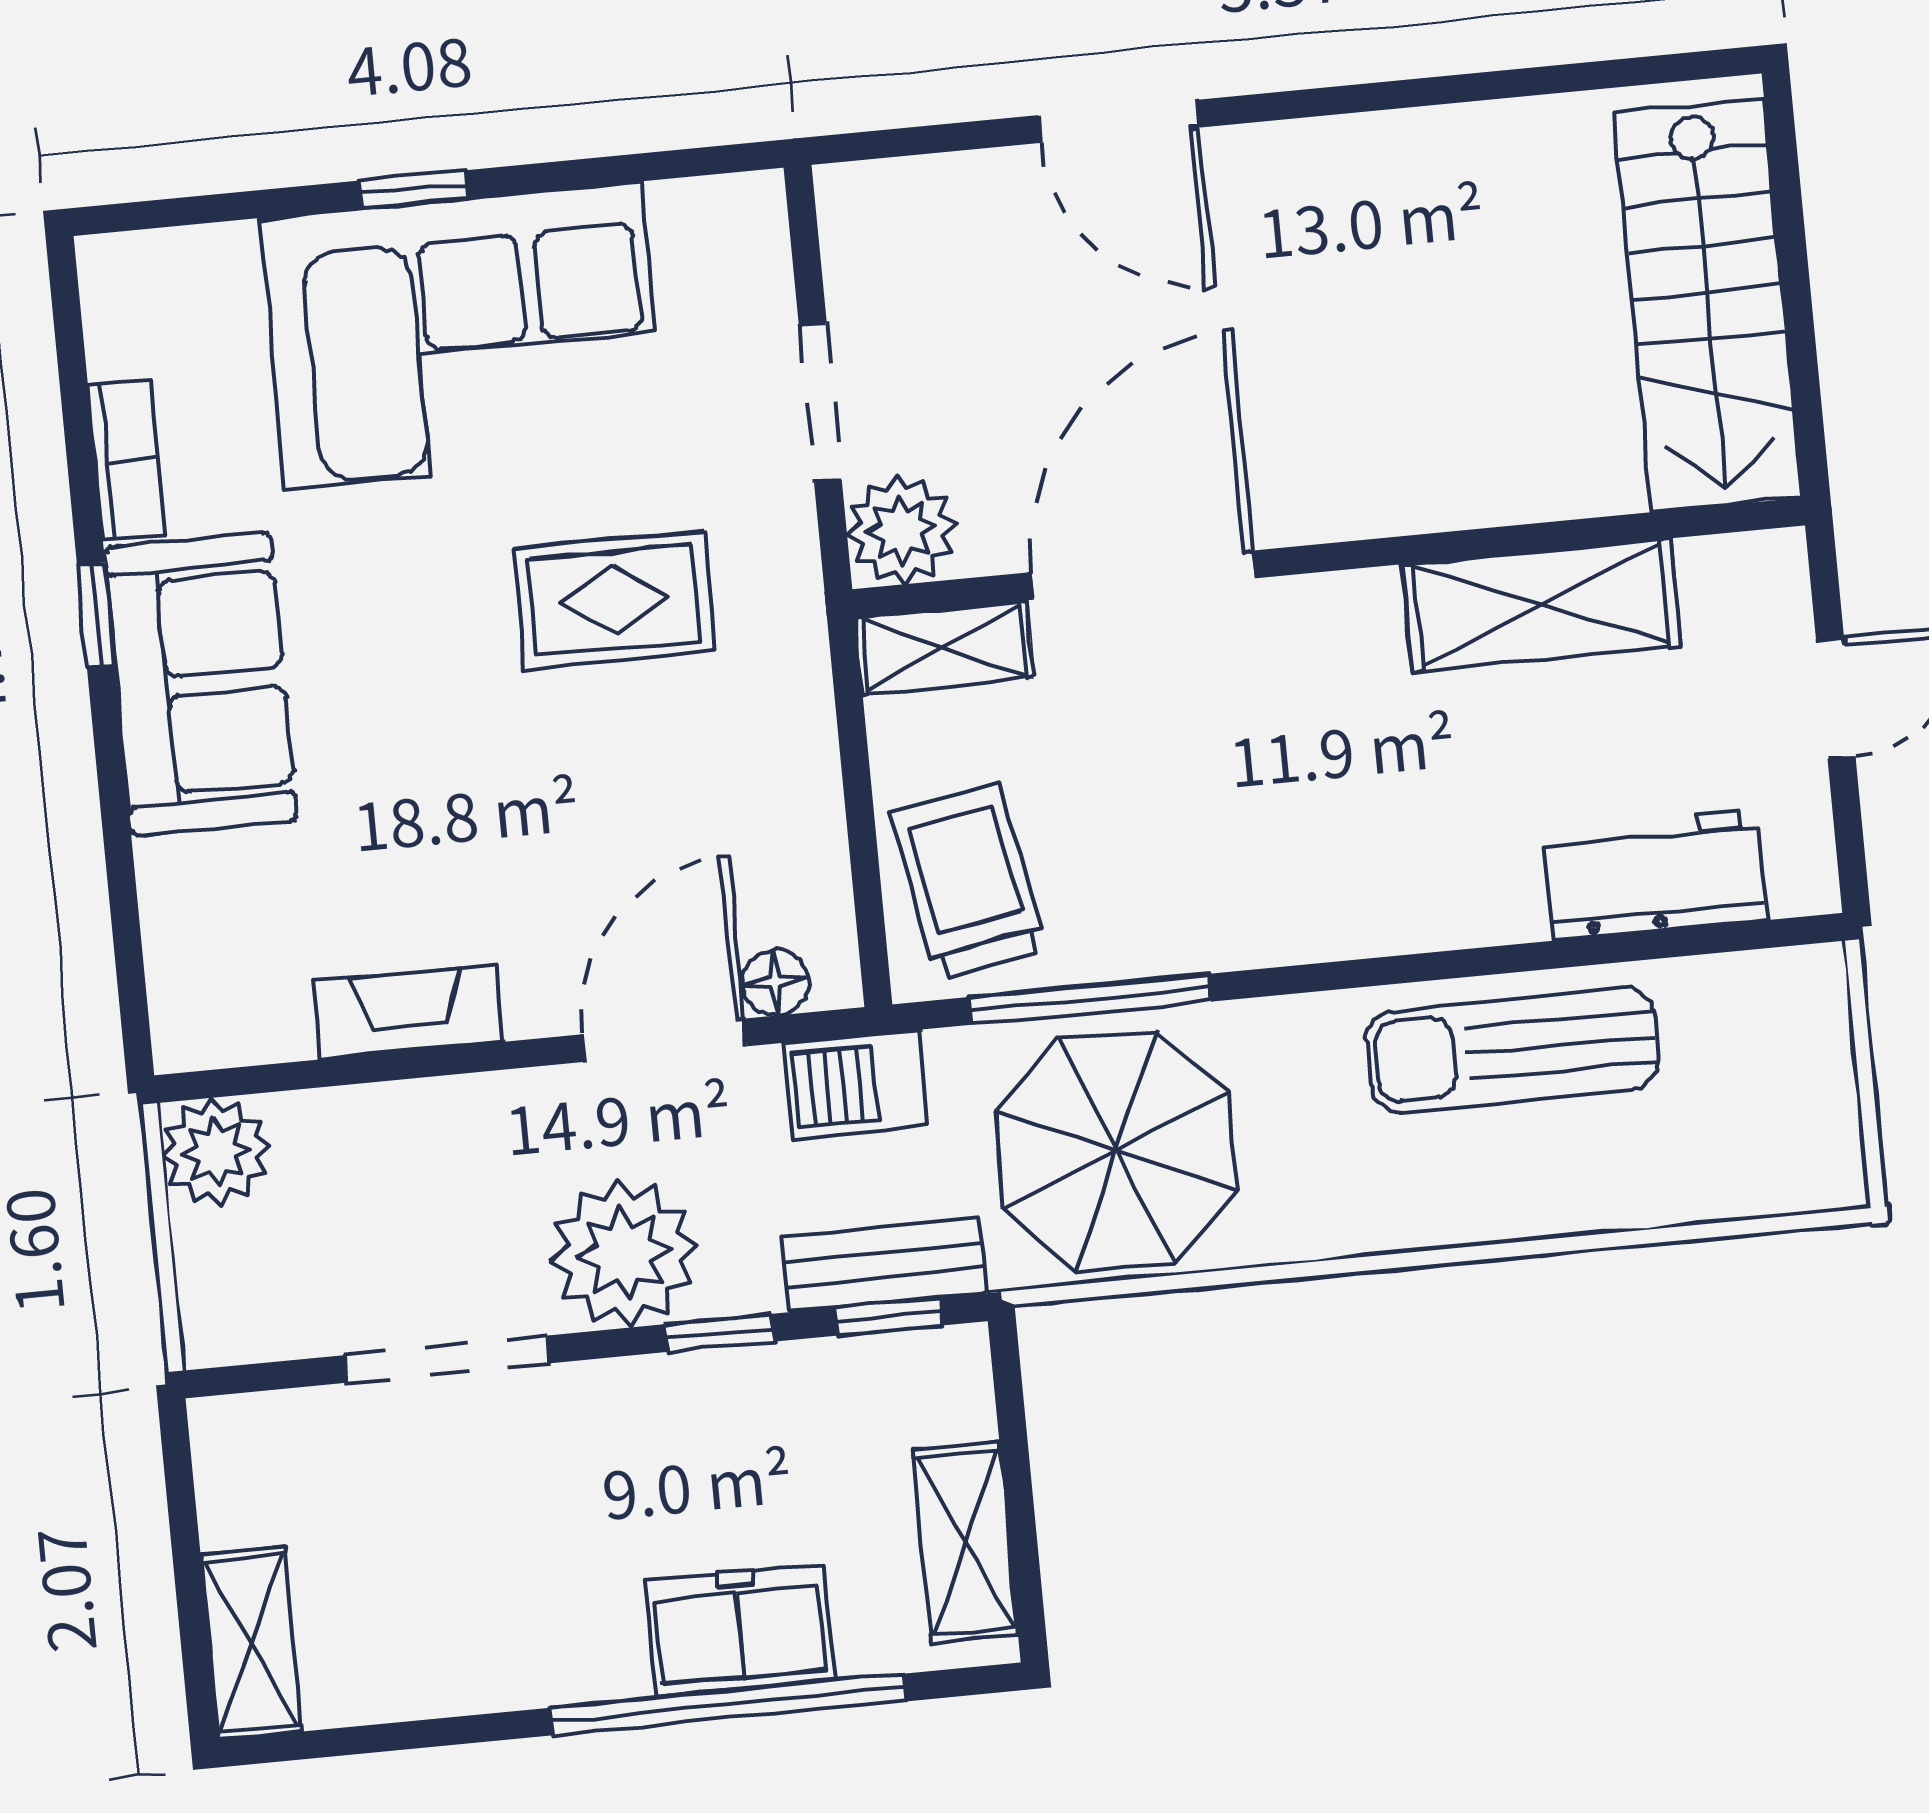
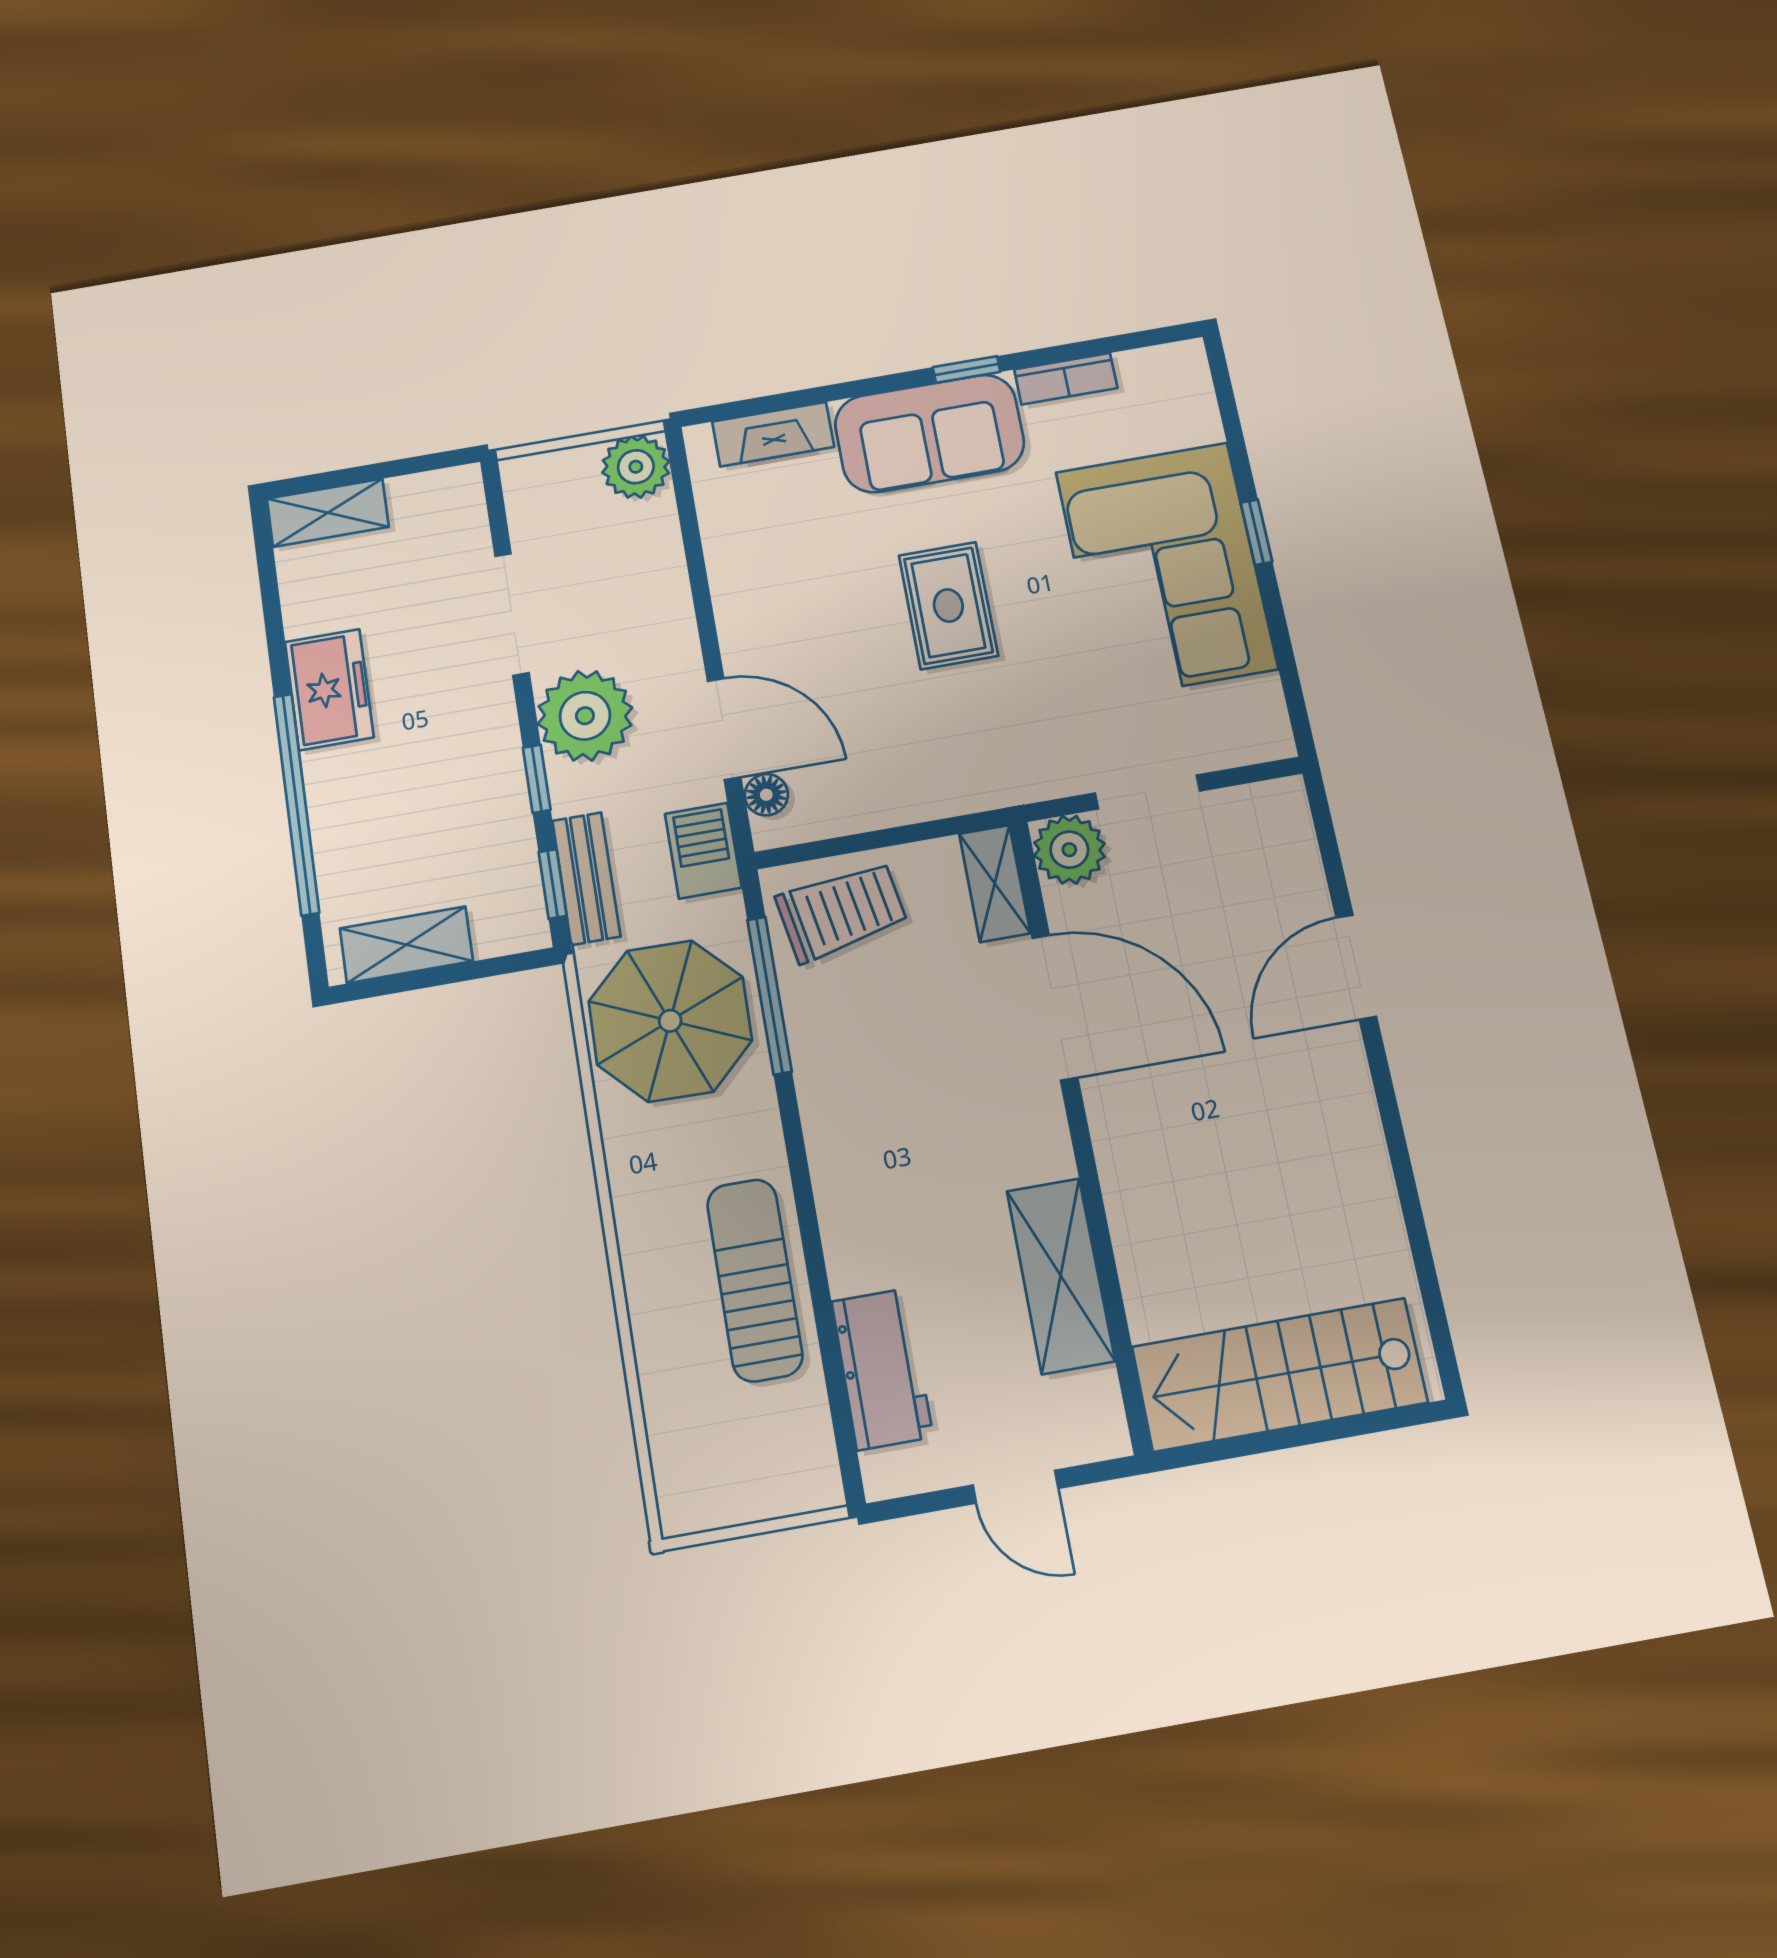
rug: (615, 600) -> (948, 605), moved
fireplace: (409, 1012) -> (773, 434), moved, turned 90
freezer: (740, 1630) -> (329, 689), moved

